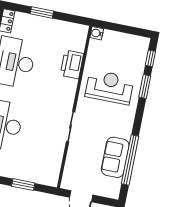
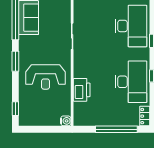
window: (42, 12) -> (116, 129), width x2.11
window: (145, 86) -> (15, 61), moved

